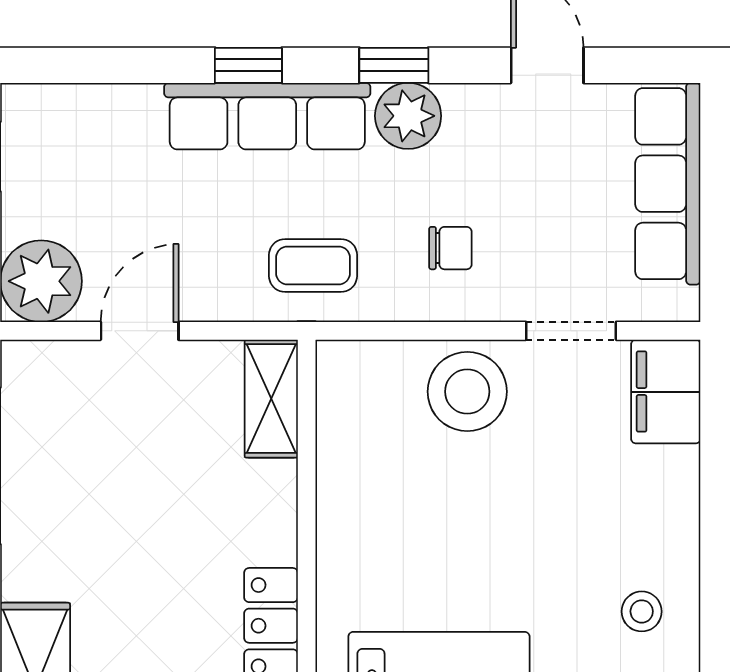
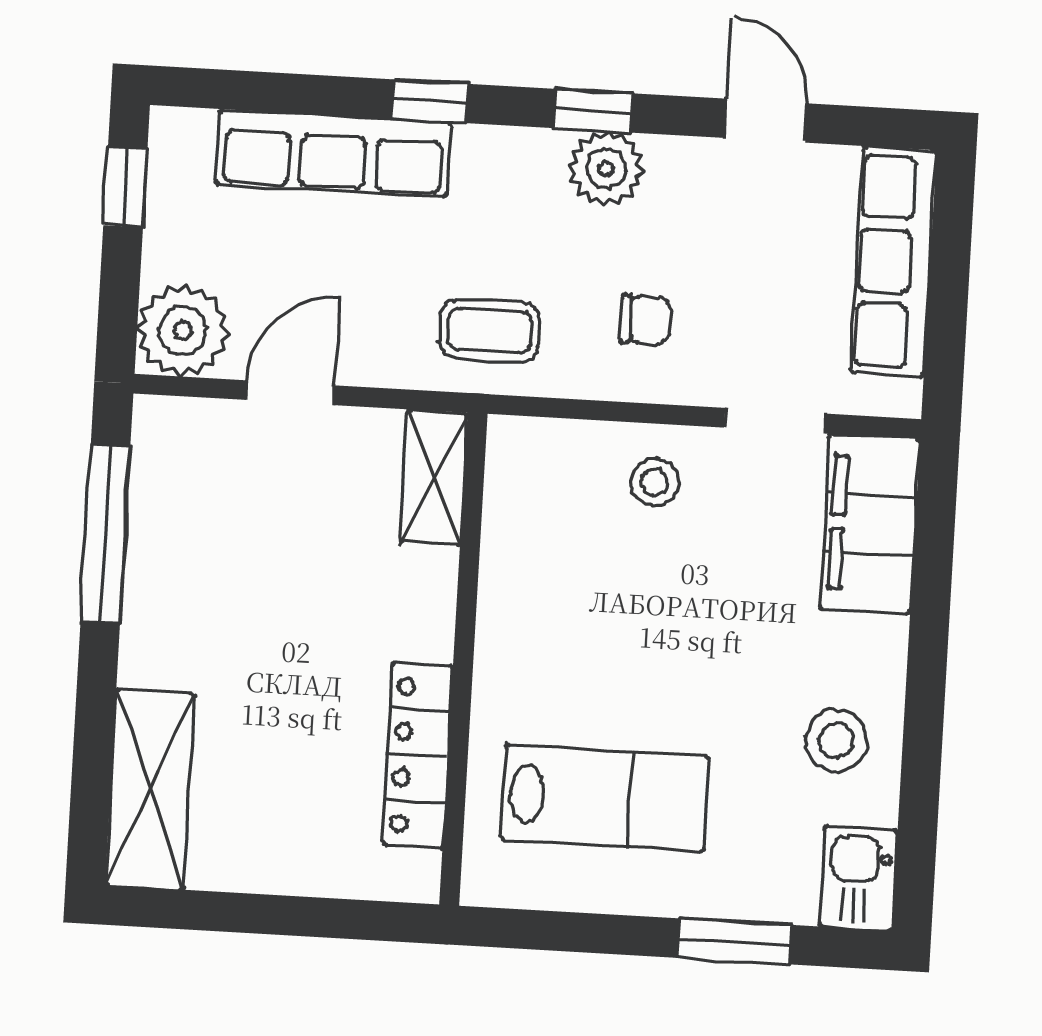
row of seats: (267, 116) -> (333, 153), moved
stool: (467, 392) -> (655, 482), width x0.53, depth x0.53
filing cabinet: (666, 392) -> (870, 524), width x1.50, depth x1.17
stool: (642, 611) -> (837, 741), width x1.37, depth x1.37

